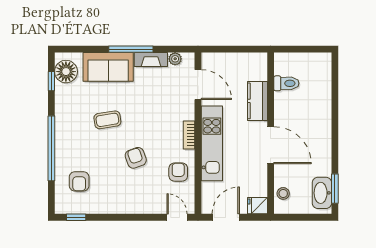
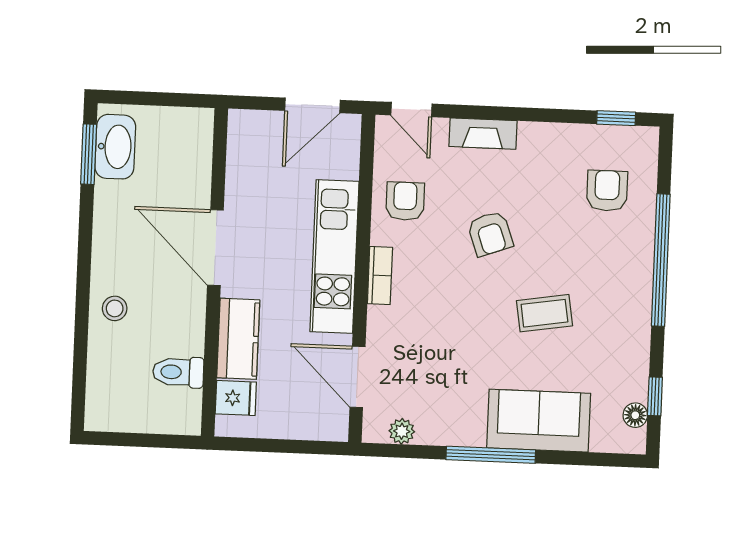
fireplace: (151, 59) -> (483, 134), moved, turned 180
floor lamp: (66, 72) -> (635, 415), width x0.53, depth x0.53
armchair: (178, 172) -> (405, 201), turned 180
stool: (283, 193) -> (115, 308), moved
fridge: (257, 206) -> (236, 398), moved

